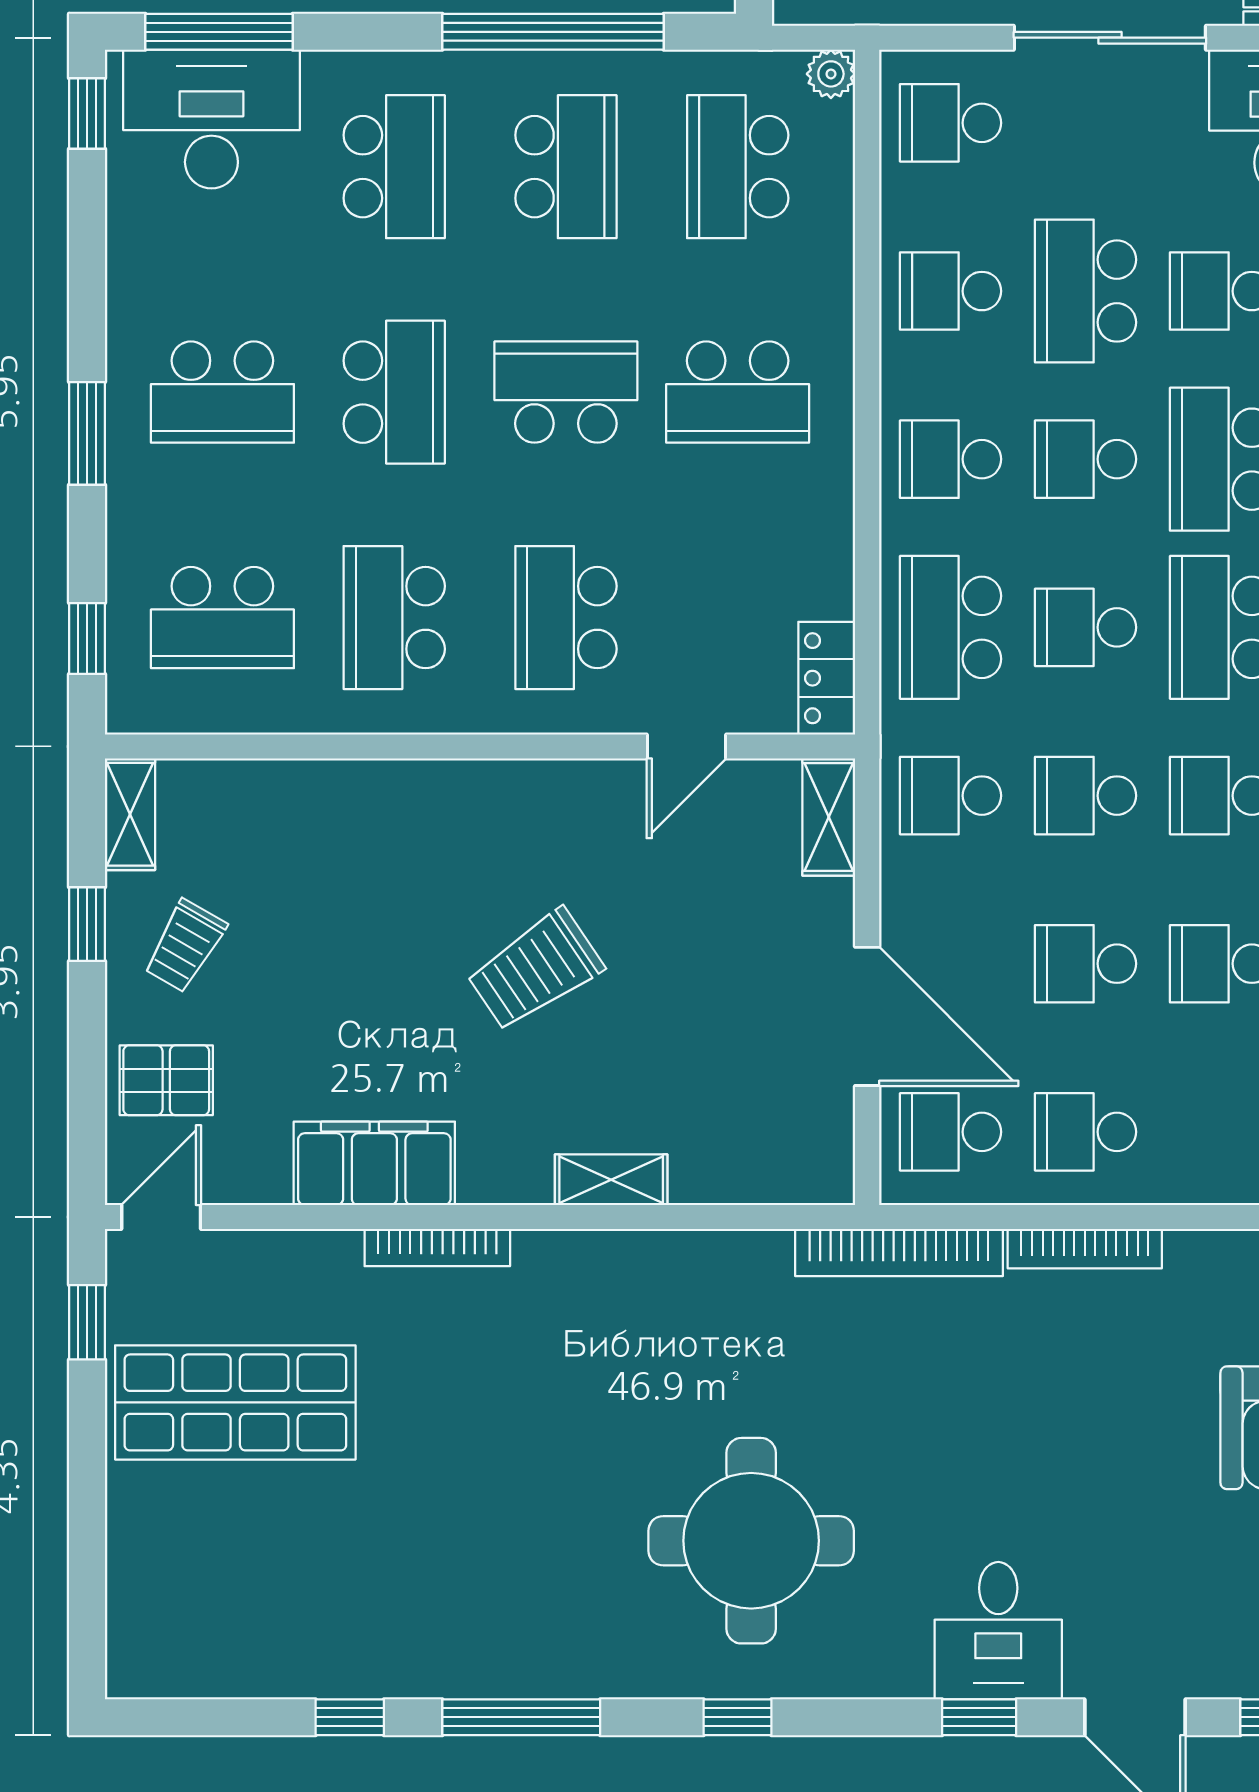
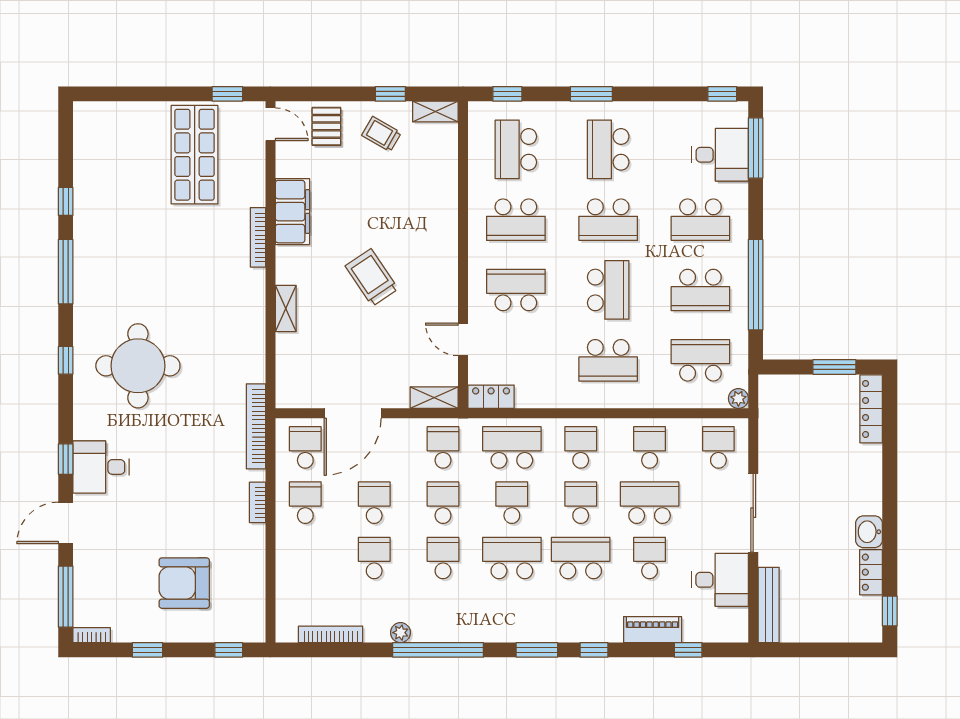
desk: (211, 119) -> (720, 155), width x0.73
school desk: (738, 392) -> (608, 360), turned -90
school desk: (394, 618) -> (516, 220), turned 180
bookcase: (1085, 1249) -> (258, 502), width x0.64

